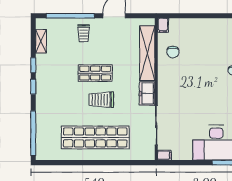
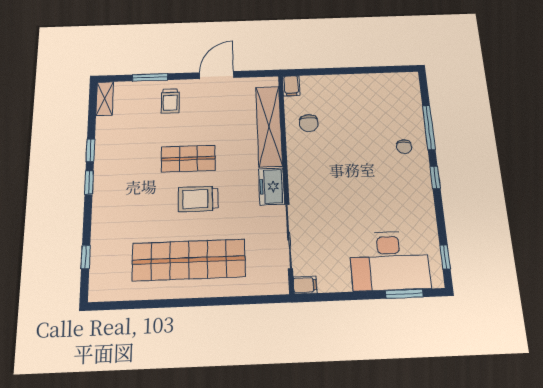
window: (70, 16) -> (150, 77), width x0.47
shelving: (41, 41) -> (105, 99), moved
window: (33, 133) -> (86, 257), width x0.32

